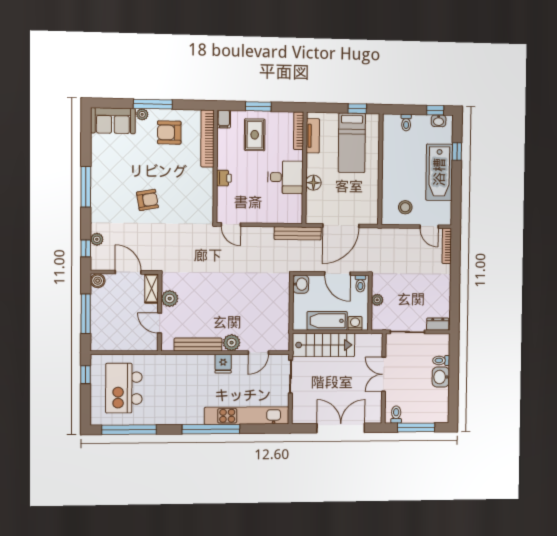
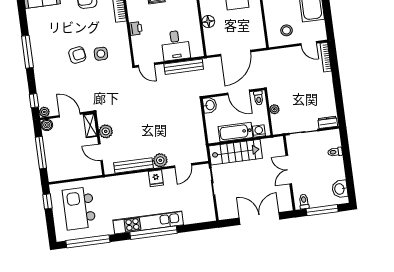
desk: (285, 177) -> (176, 45), moved, turned 90
side table: (177, 203) -> (101, 54), added
bench: (298, 233) -> (184, 67), moved
plant: (97, 239) -> (44, 112), moved
washbasin: (441, 377) -> (340, 189), moved
kitchen unit: (247, 416) -> (148, 222), moved

